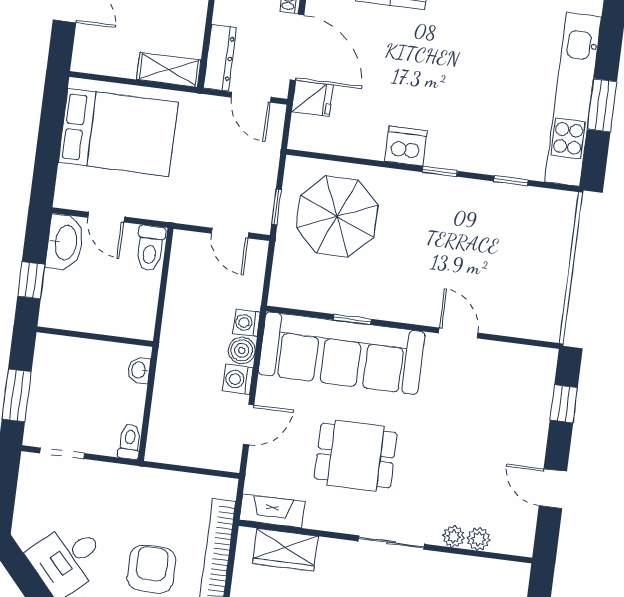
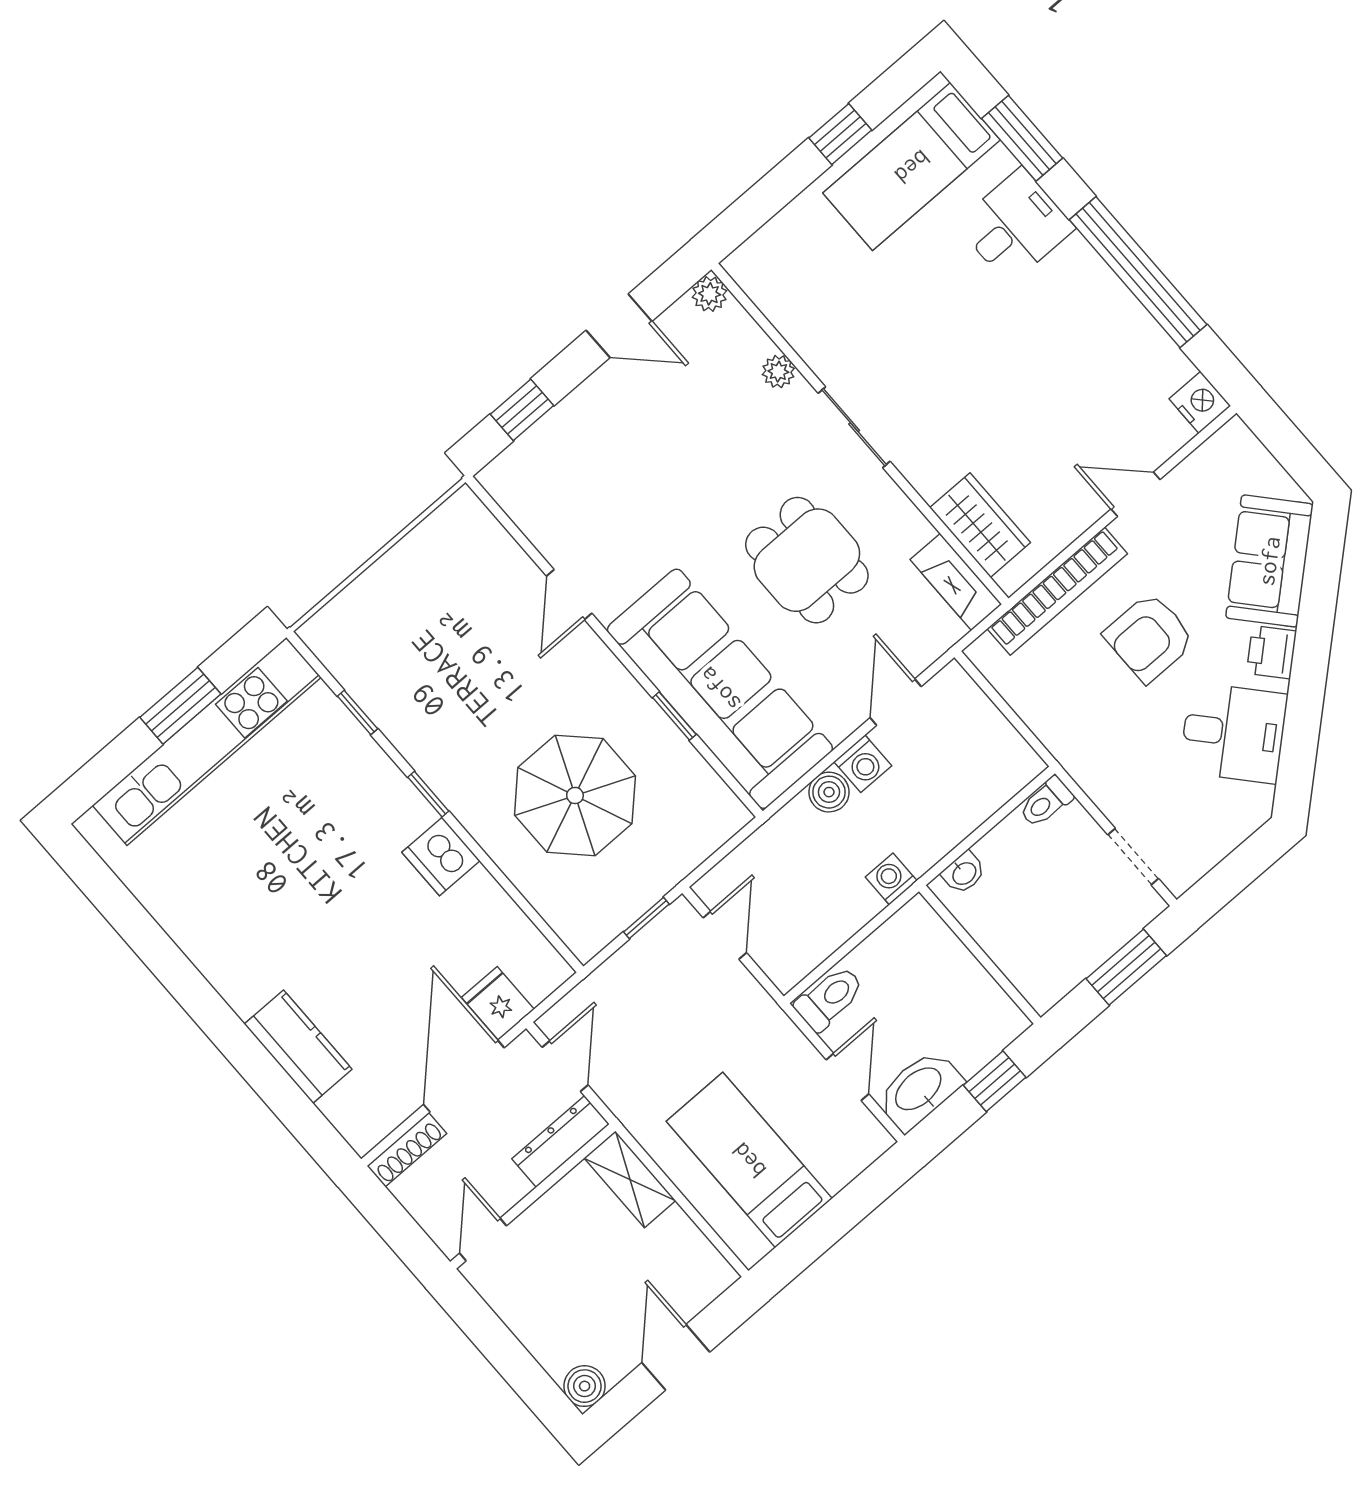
bed: (118, 132) -> (749, 1160), width x0.67
parasol: (337, 216) -> (575, 795), moved
washing machine: (246, 323) -> (891, 879), moved, turned 180
door: (249, 425) -> (896, 702), hinge flipped
door: (553, 489) -> (619, 326), hinge flipped
plant: (478, 539) -> (710, 294), moved

